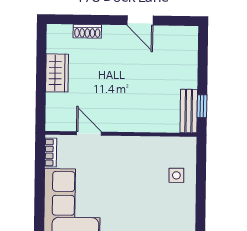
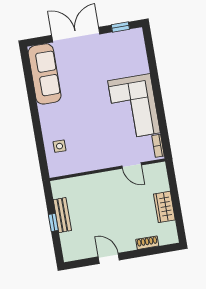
window: (202, 106) -> (53, 222), moved
bench: (189, 111) -> (62, 215), moved

